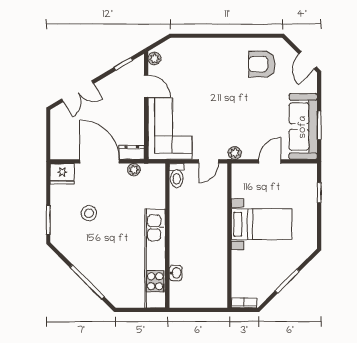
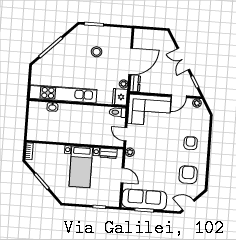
armchair: (215, 64) -> (191, 143), added
double door: (77, 91) -> (183, 59), moved
fridge: (62, 174) -> (120, 97), moved
dresser: (238, 185) -> (108, 153), added

